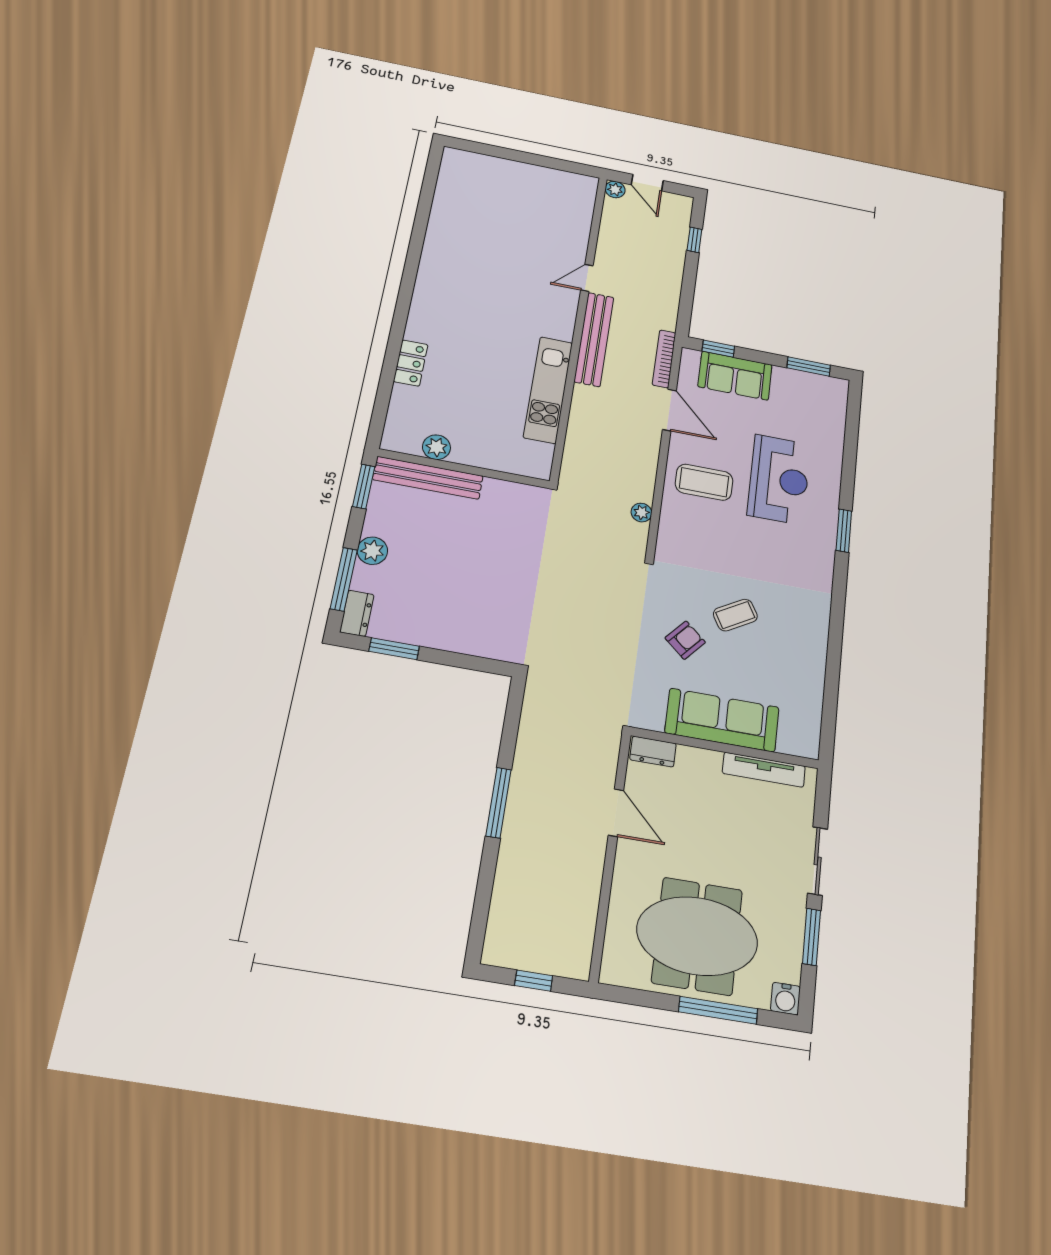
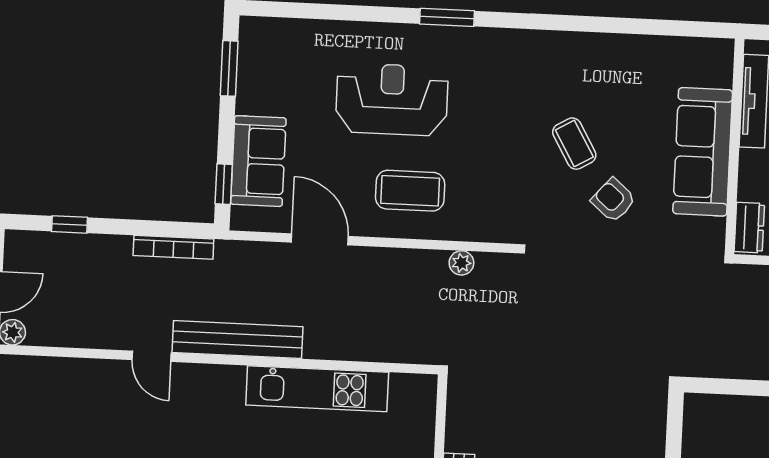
bookcase: (664, 359) -> (173, 247), moved
door: (669, 410) -> (320, 239), hinge flipped
coffee table: (704, 482) -> (410, 191), turned 90

